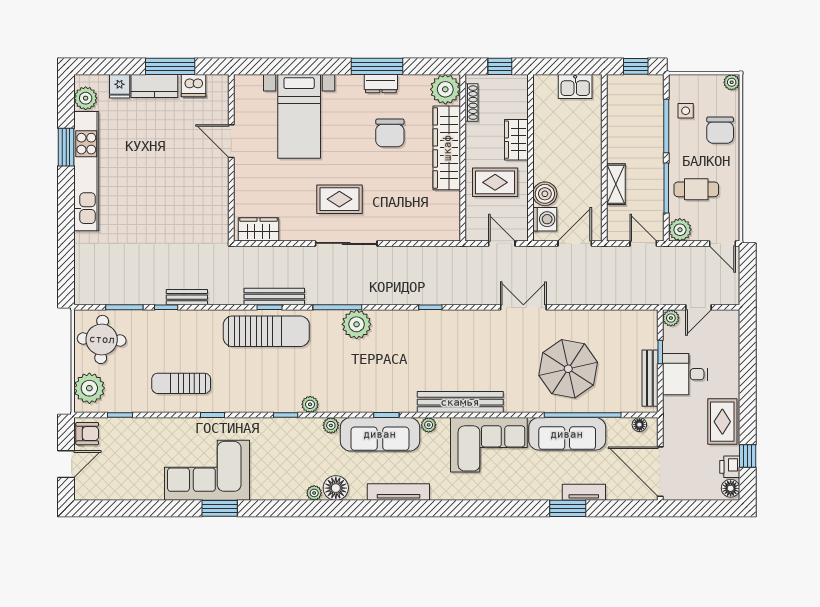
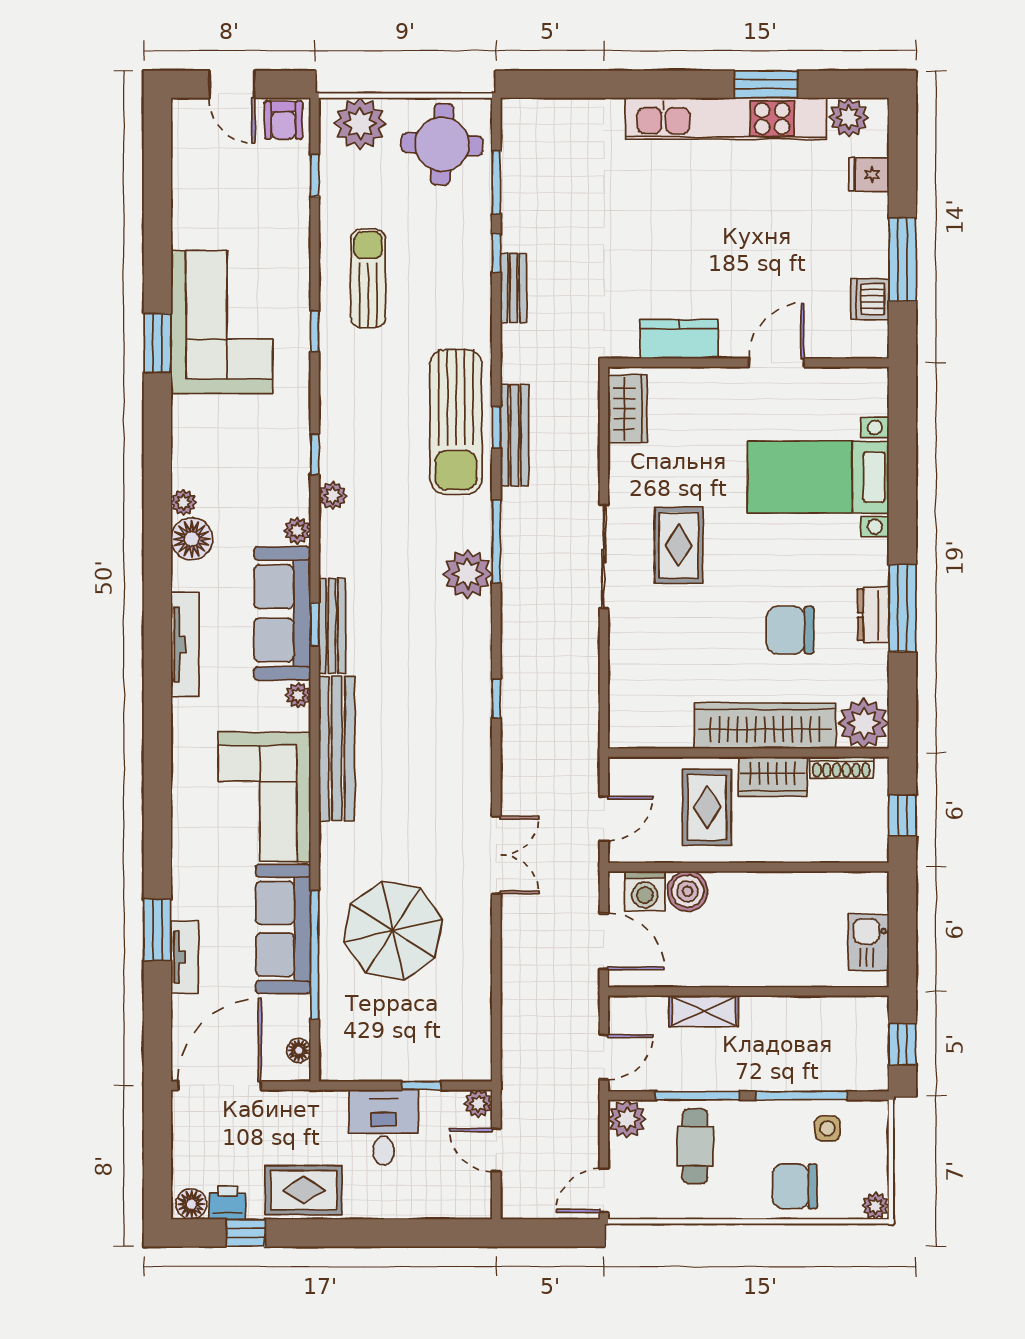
kitchen counter: (154, 86) -> (679, 339), moved, turned 90
wardrobe: (516, 140) -> (772, 777), moved, turned 180
bench: (650, 378) -> (332, 626), moved, turned 90

